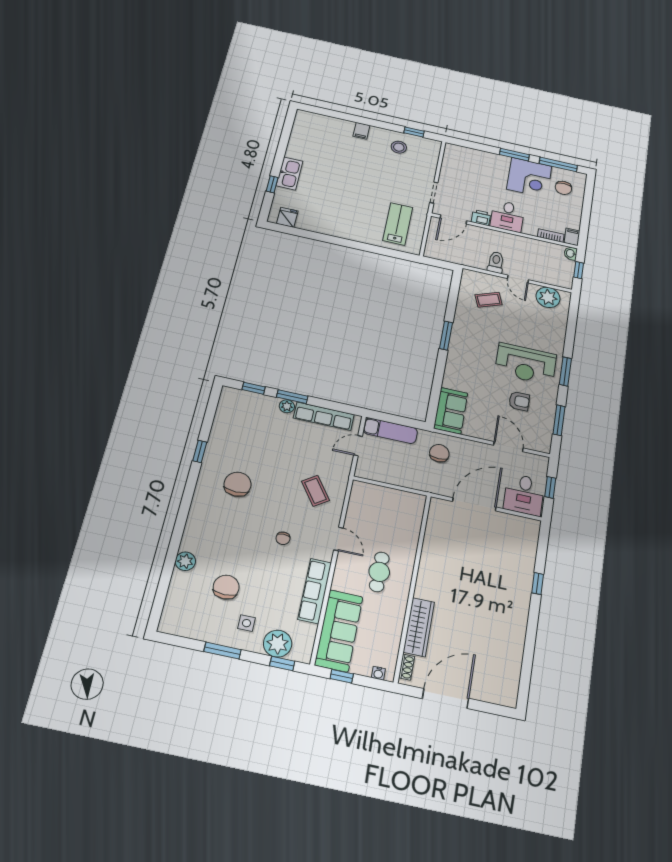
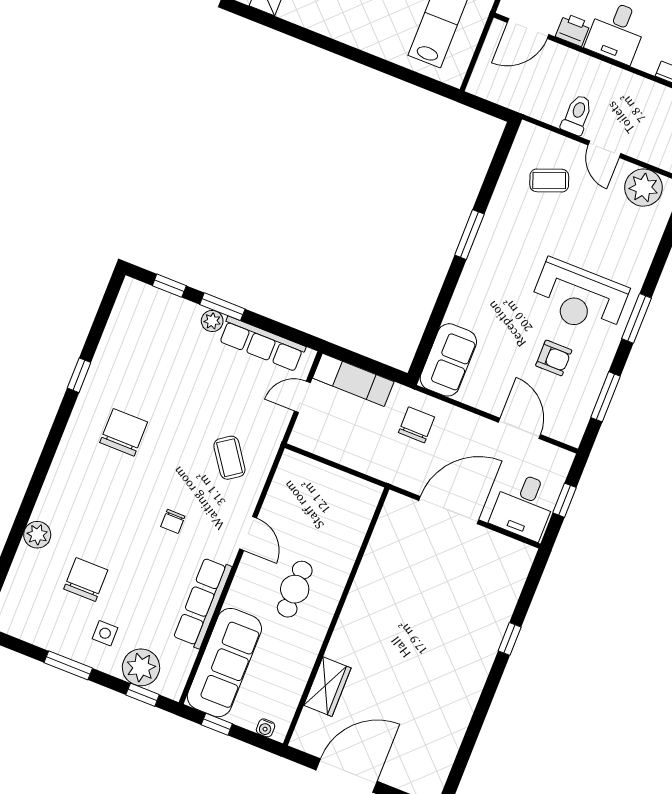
wardrobe: (419, 627) -> (327, 687), width x0.67
shoe rack: (406, 667) -> (304, 726), removed

